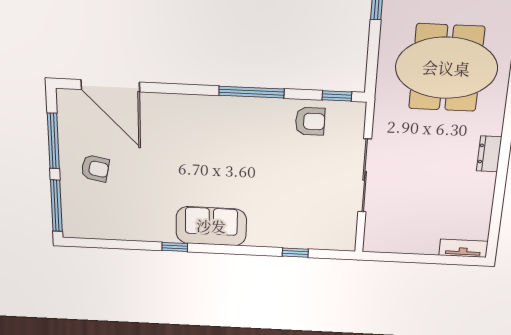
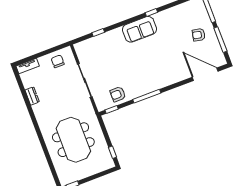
meeting table: (446, 68) -> (73, 140), turned 90
dresser: (489, 154) -> (32, 96), moved
chair: (400, 233) -> (58, 61), added

